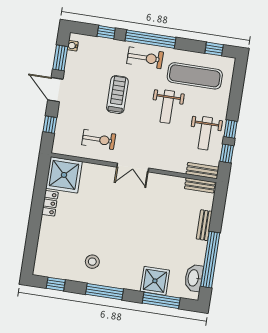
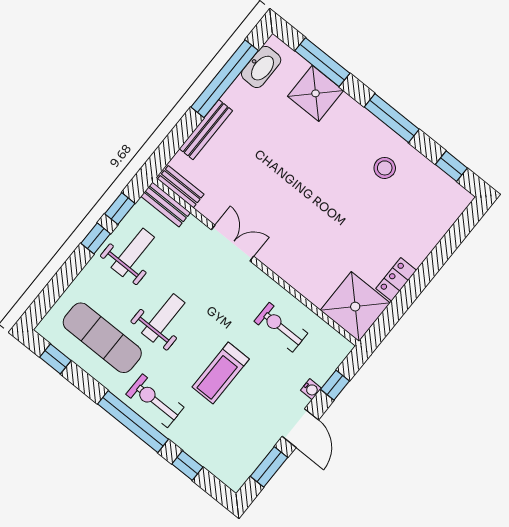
water cooler: (73, 46) -> (311, 389), moved
double door: (133, 168) -> (233, 243), moved
bench: (204, 225) -> (206, 130), width x1.36

